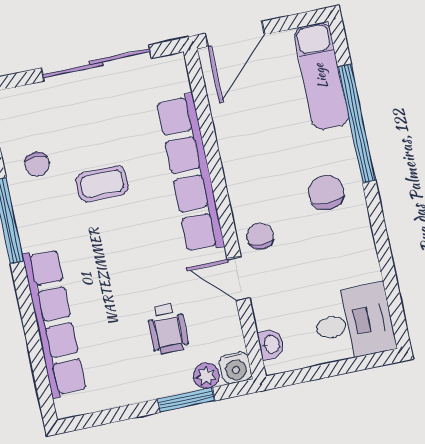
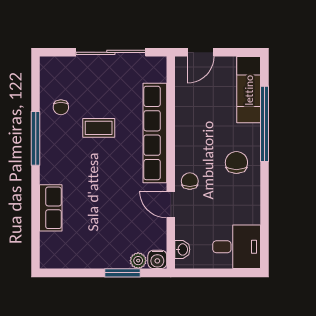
door: (235, 34) -> (201, 52), width x0.73
row of seats: (54, 323) -> (51, 208), width x0.50
wheelchair: (168, 328) -> (120, 226), removed

